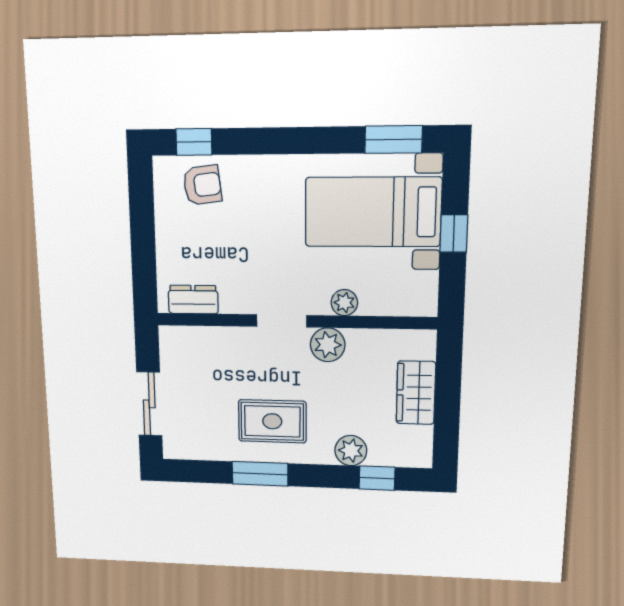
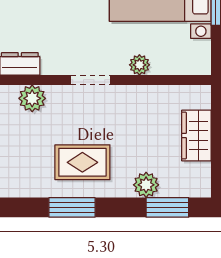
plant: (328, 345) -> (32, 98), moved
window: (377, 478) -> (167, 207), width x1.50

